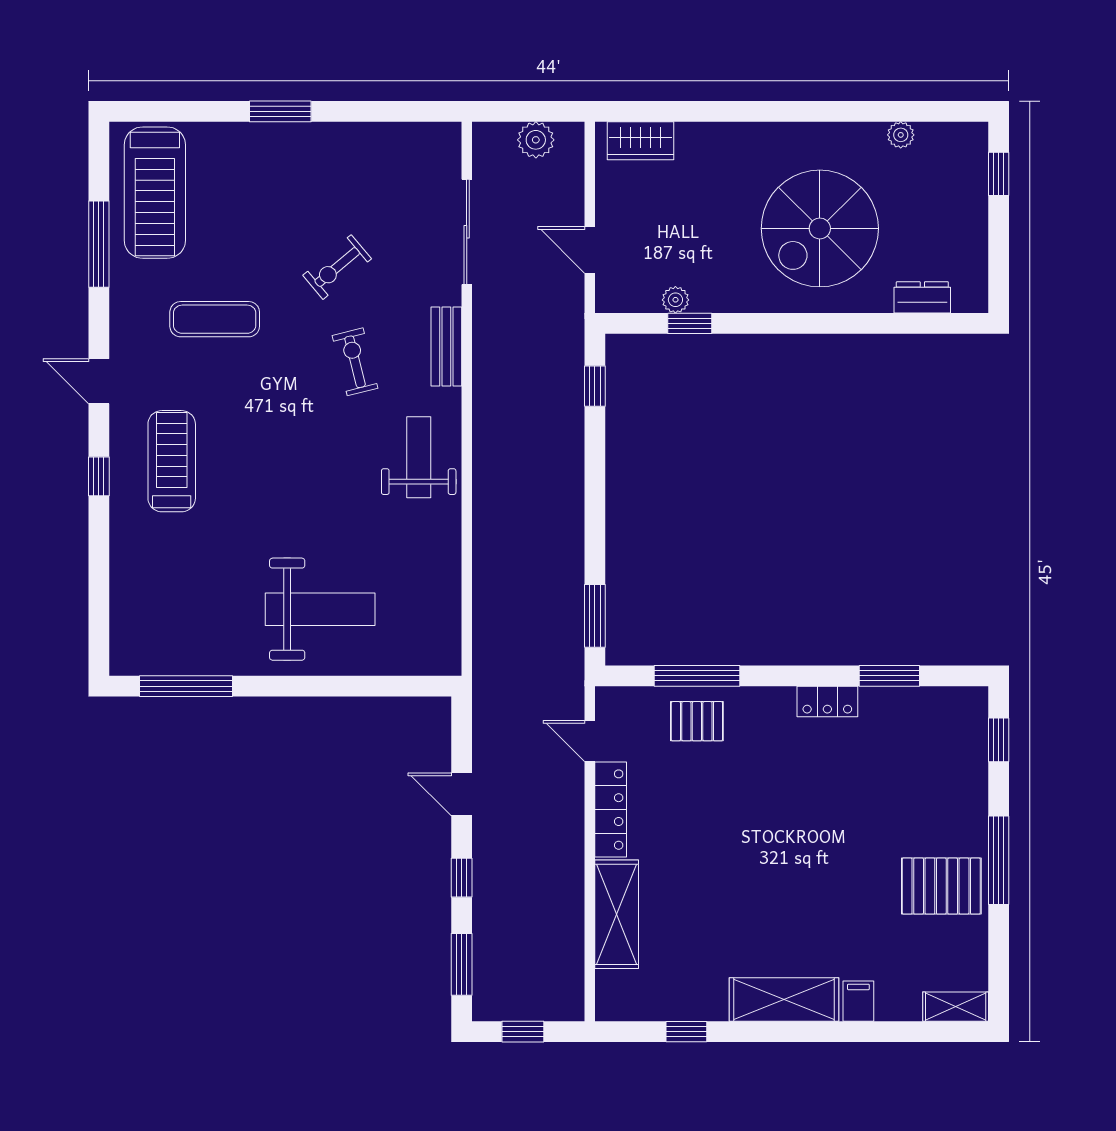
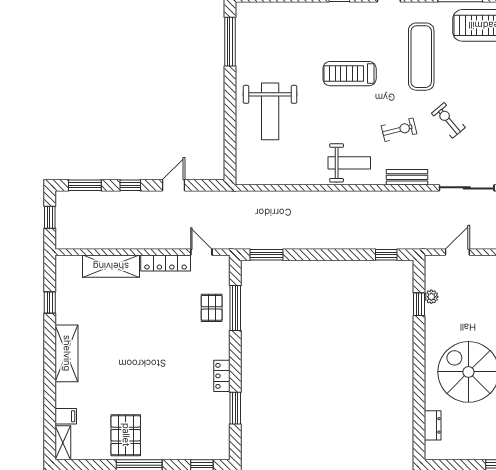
exercise mat: (215, 319) -> (421, 57), width x1.36, depth x1.45
treadmill: (172, 461) -> (350, 74), moved, turned 180
door: (590, 741) -> (201, 252), hinge flipped
filing cabinet: (858, 1001) -> (66, 416), moved

